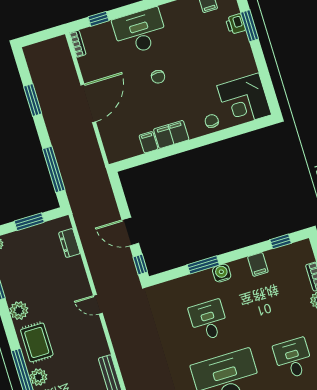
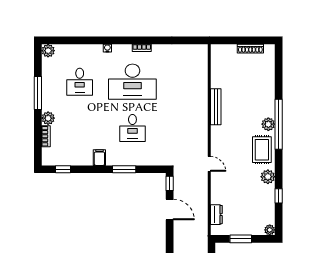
filing cabinet: (258, 264) -> (99, 158), moved
water cooler: (222, 273) -> (113, 159), removed

